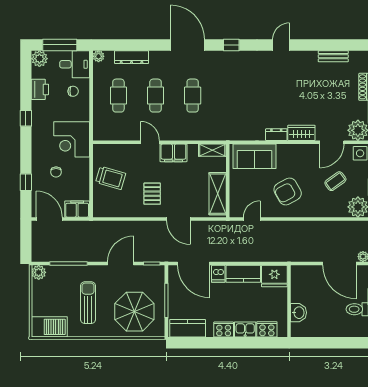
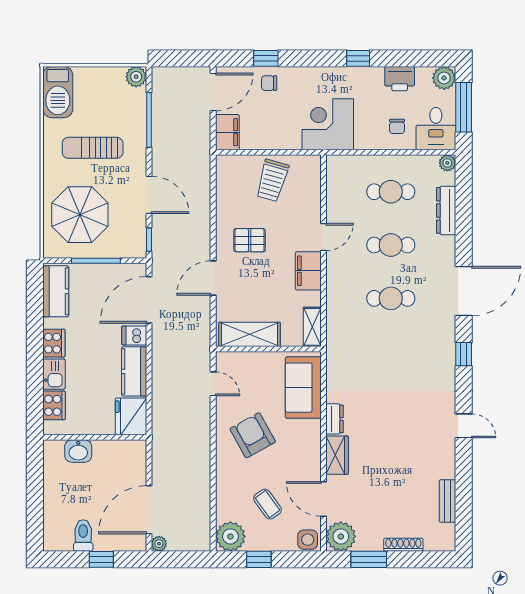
chair: (56, 172) -> (269, 83), moved
sun lounger: (88, 303) -> (93, 148), turned 180

